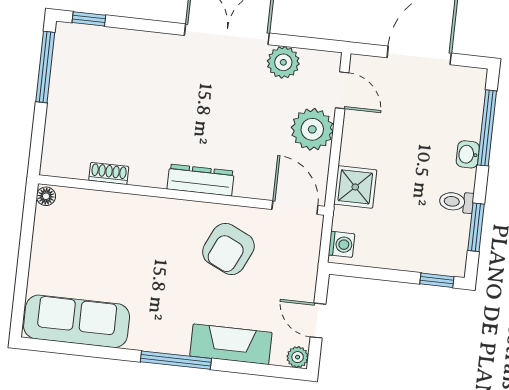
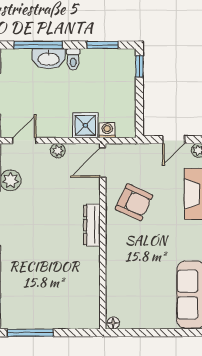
plant: (312, 129) -> (58, 151), width x0.53, depth x0.53
washbasin: (468, 154) -> (49, 59), width x1.91, depth x1.45
shoe rack: (109, 173) -> (94, 284), removed
toilet: (456, 202) -> (73, 59), moved
washing machine: (341, 244) -> (107, 130), moved

